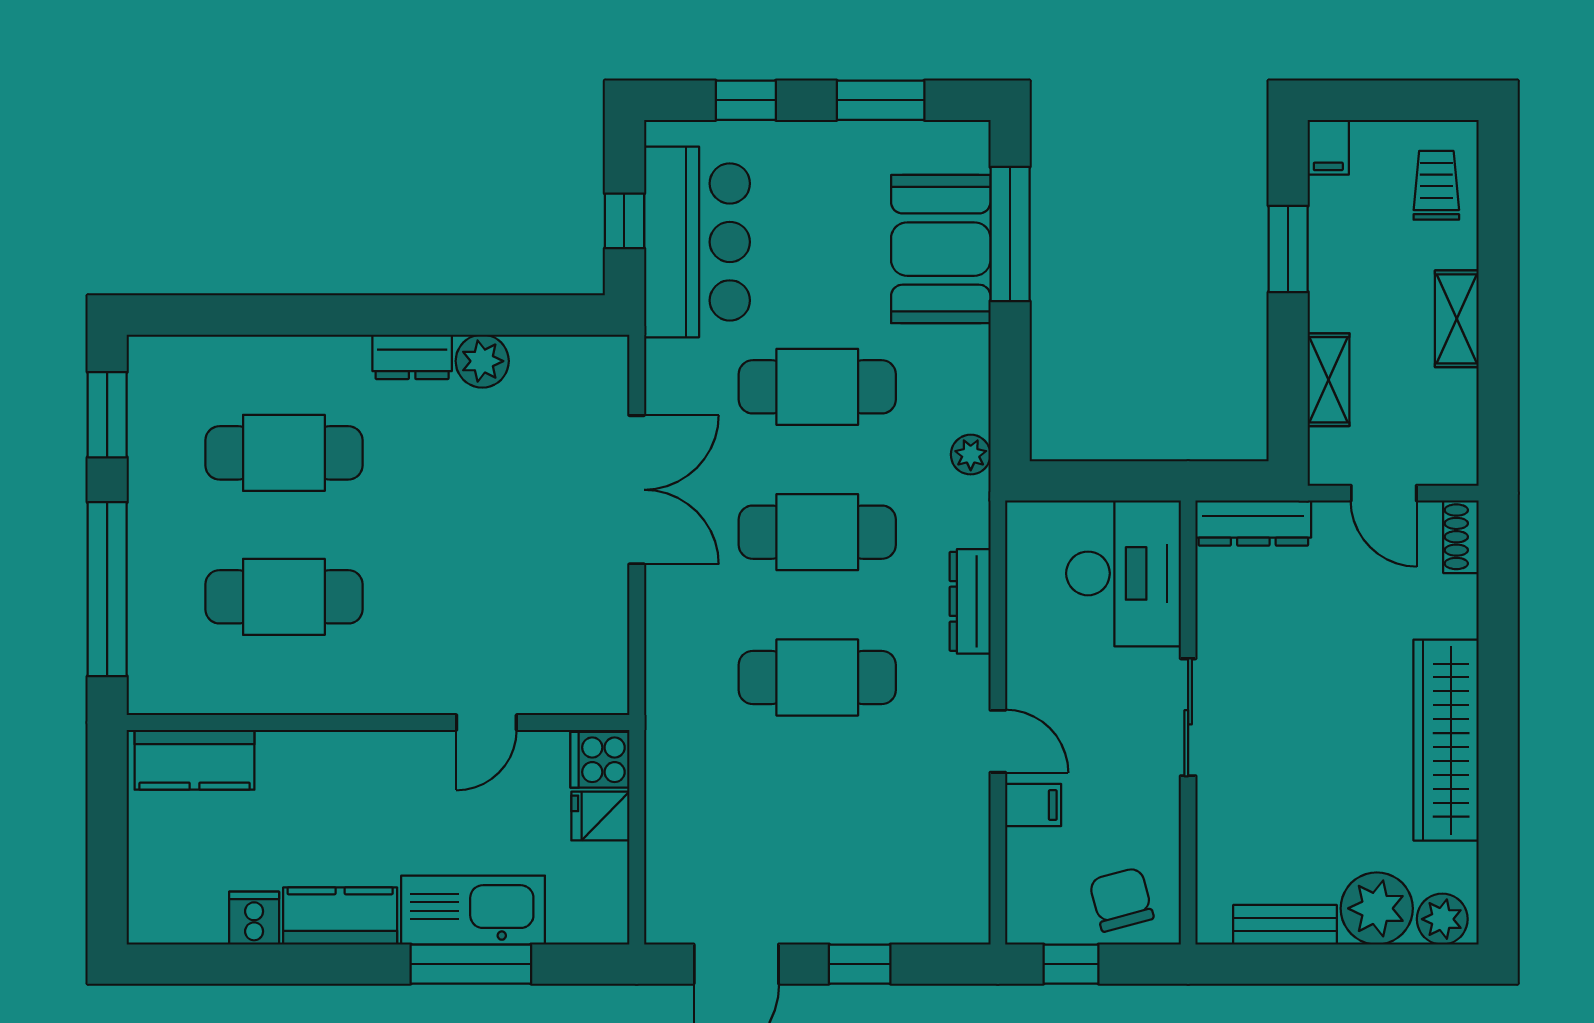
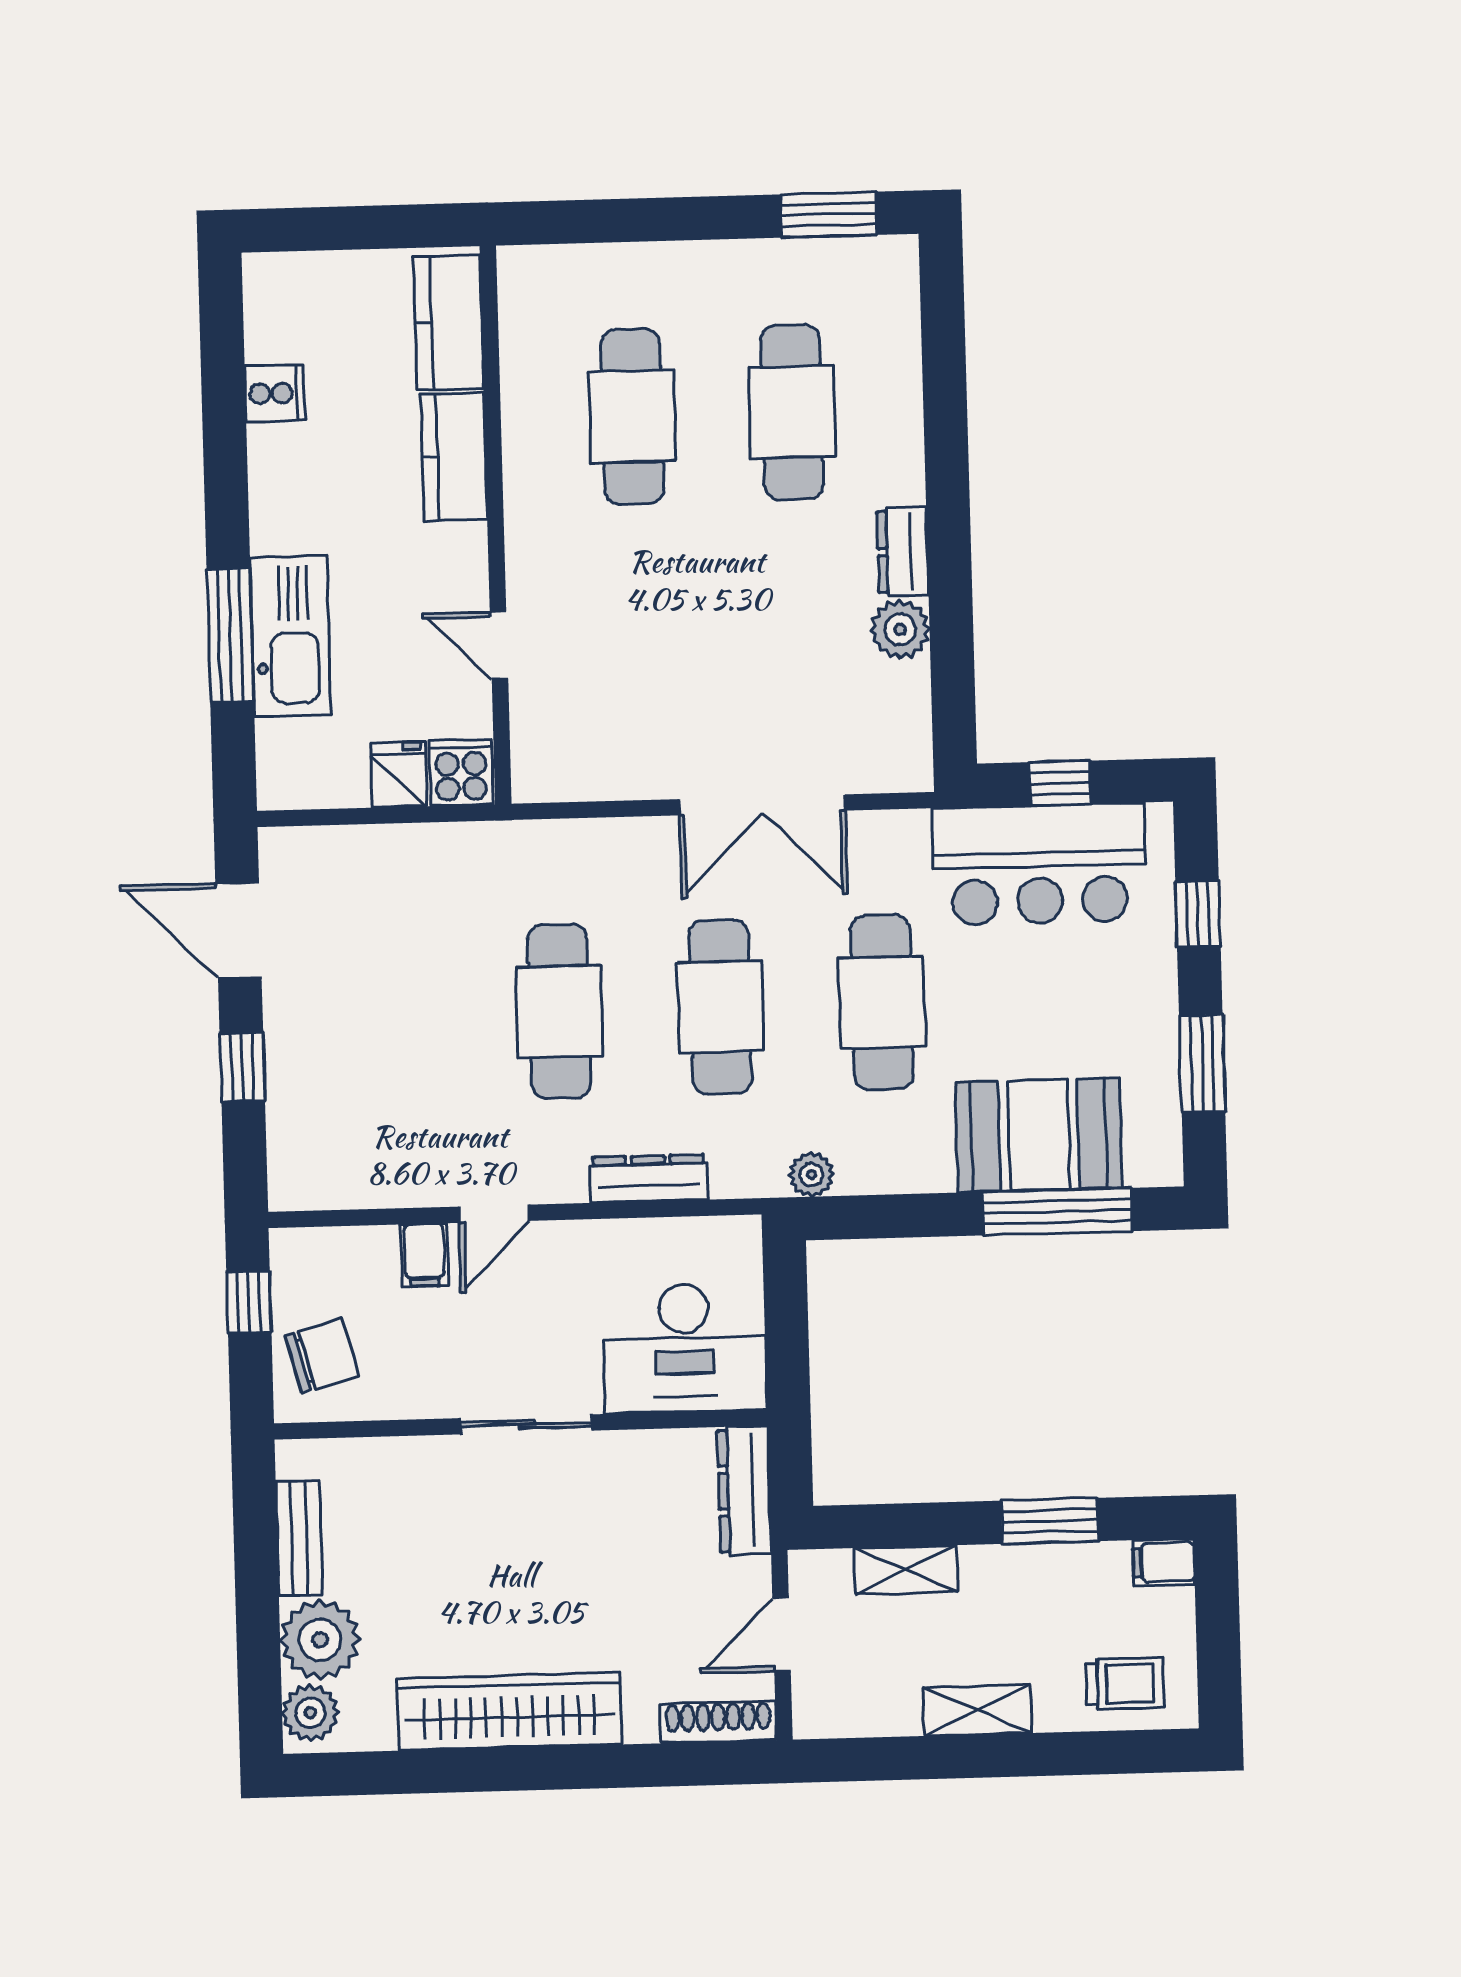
shoe rack: (1461, 537) -> (718, 1722), width x1.43
window: (107, 589) -> (635, 220), removed
kitchen counter: (340, 916) -> (454, 457), moved, turned 180

